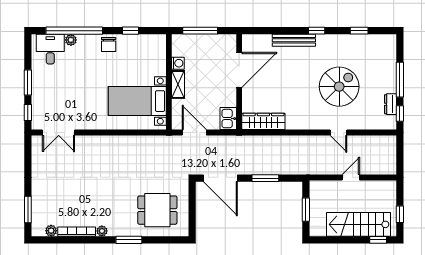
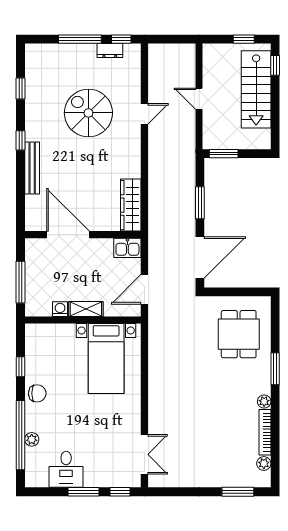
desk: (50, 49) -> (66, 469), moved, turned -90
window: (306, 210) -> (224, 154), moved

